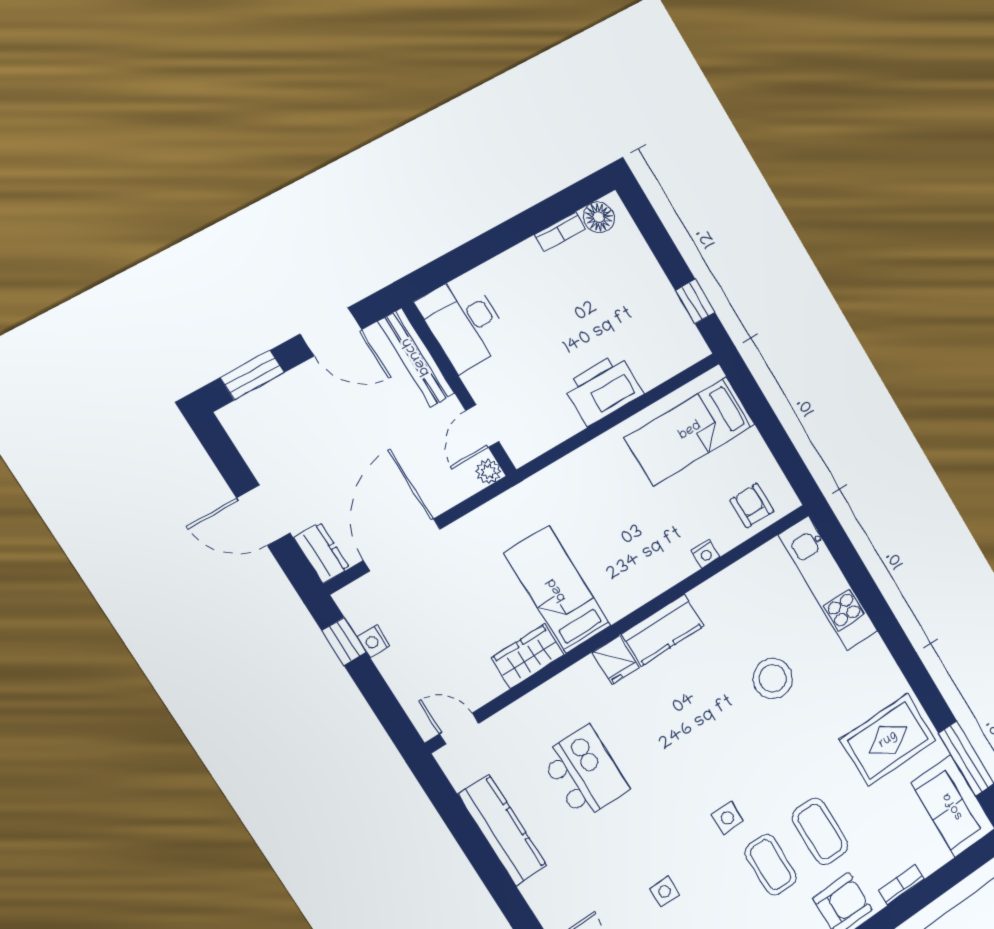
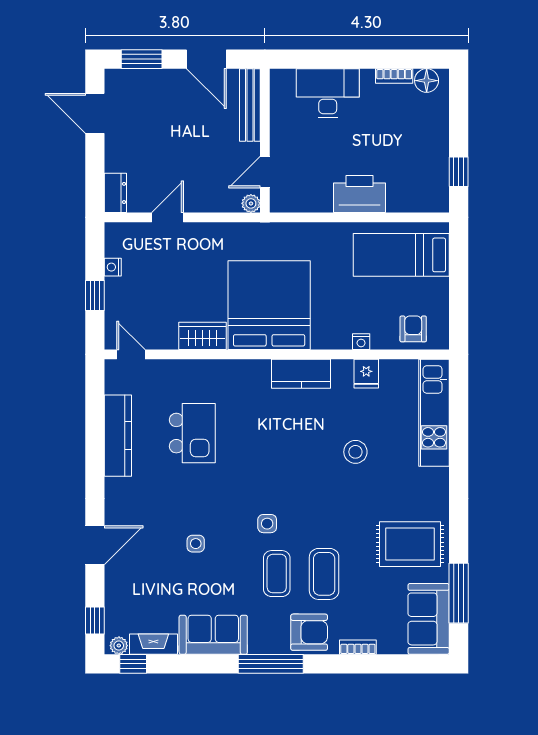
desk: (464, 323) -> (328, 93), moved, turned 90
door: (263, 515) -> (95, 113), moved
door: (402, 545) -> (168, 217), width x0.53
bed: (557, 590) -> (269, 305), width x2.04
window: (344, 641) -> (95, 295), moved
fridge: (616, 660) -> (366, 374), moved
stool: (773, 678) -> (355, 452), width x0.73, depth x0.73

